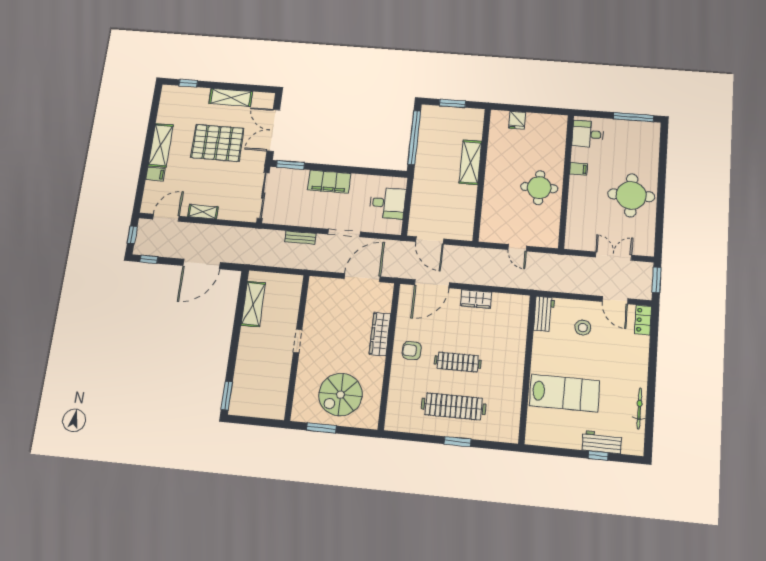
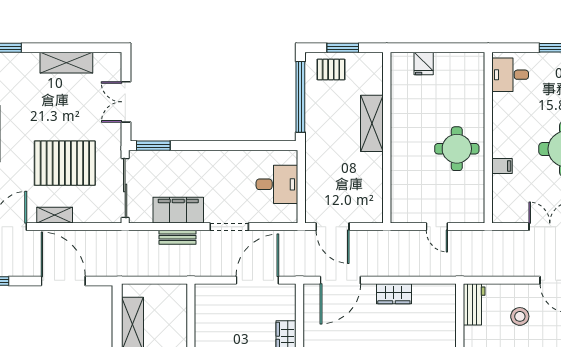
pallet: (441, 119) -> (331, 69), added
double door: (273, 130) -> (126, 102), width x0.73
pallet: (217, 143) -> (65, 163), moved
filing cabinet: (579, 169) -> (502, 166), moved
filing cabinet: (329, 182) -> (178, 210), moved, turned 180
door: (202, 264) -> (63, 281), swing flipped

